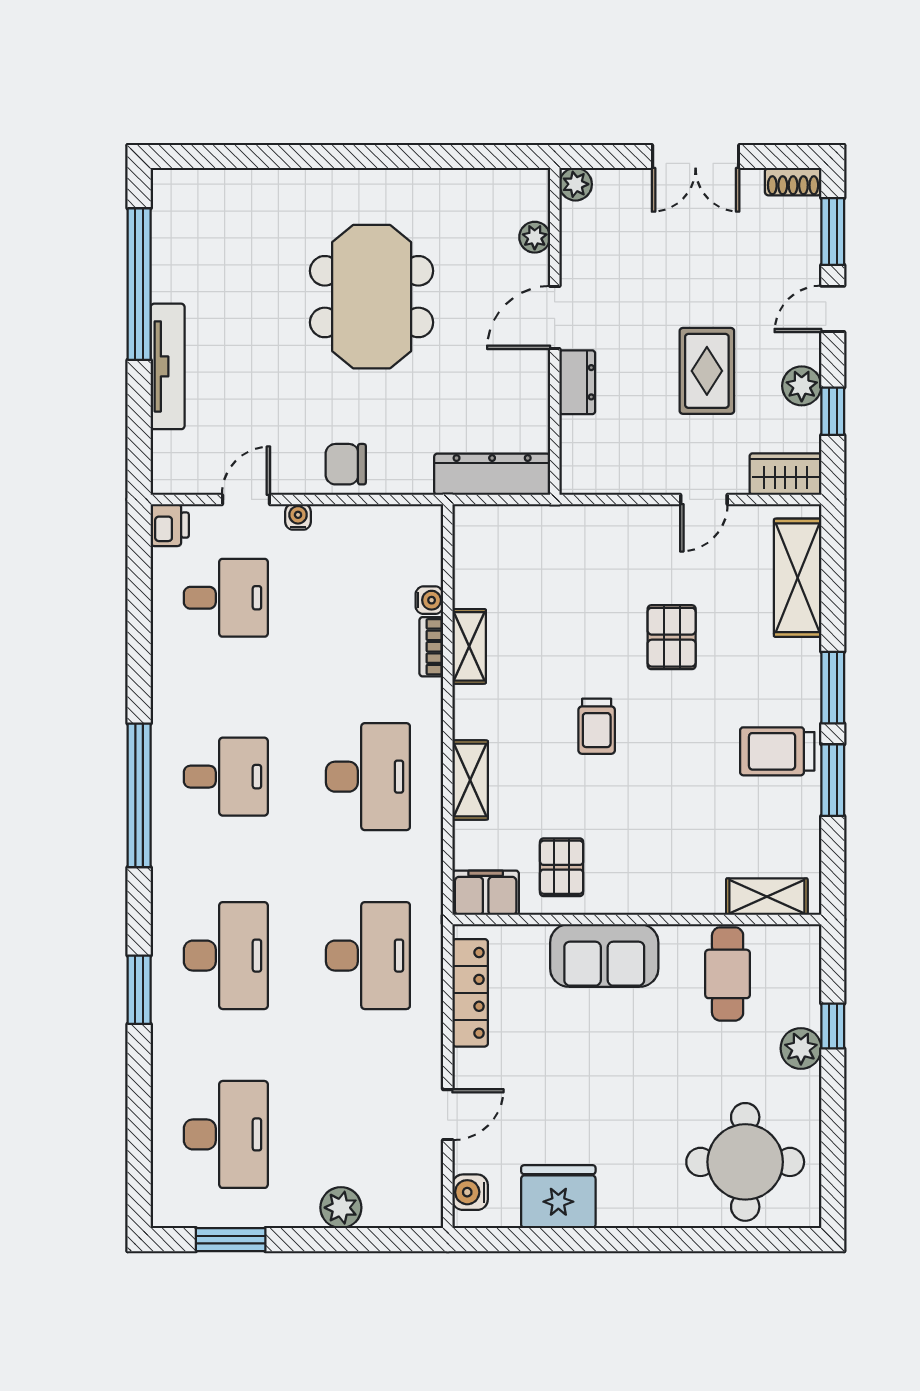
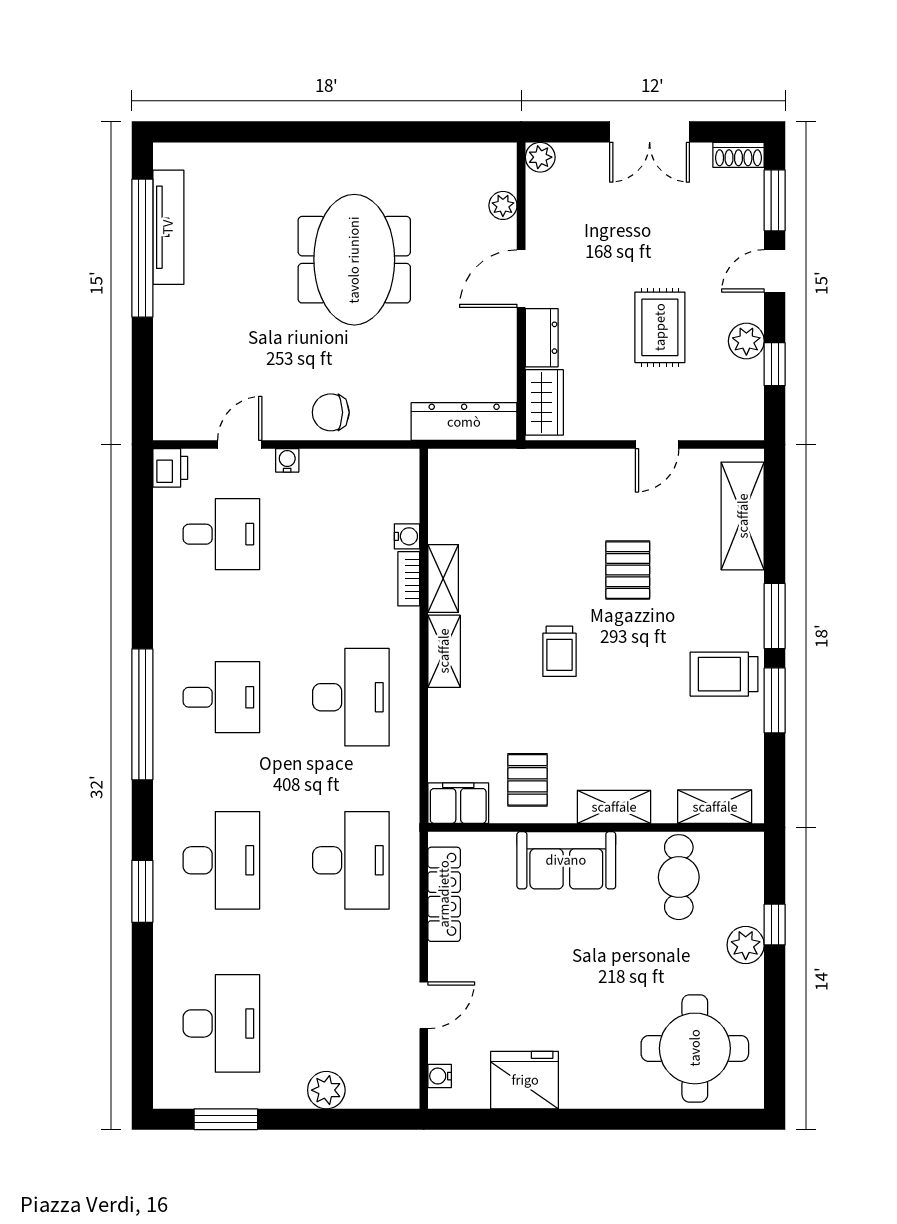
tv unit: (168, 366) -> (168, 227), moved
wardrobe: (785, 474) -> (544, 402), moved, turned 90
shelving: (470, 780) -> (444, 651), moved
shelving: (656, 897) -> (614, 807), added
water cooler: (470, 1192) -> (440, 1076), width x0.72, depth x0.72

